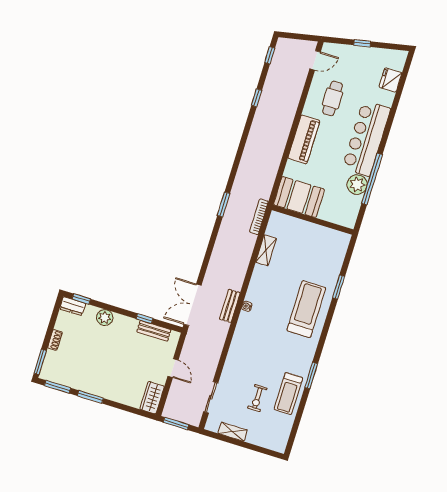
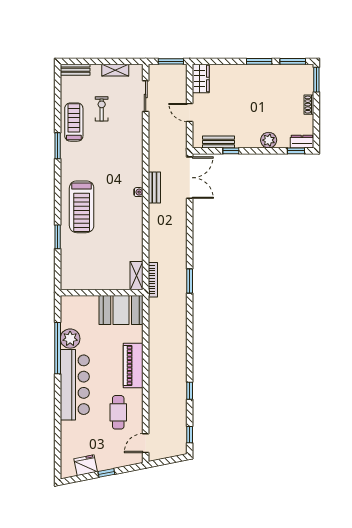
fridge: (390, 80) -> (86, 465), moved, turned -101
shelving: (266, 250) -> (137, 276), moved
bench: (271, 444) -> (75, 70), added

